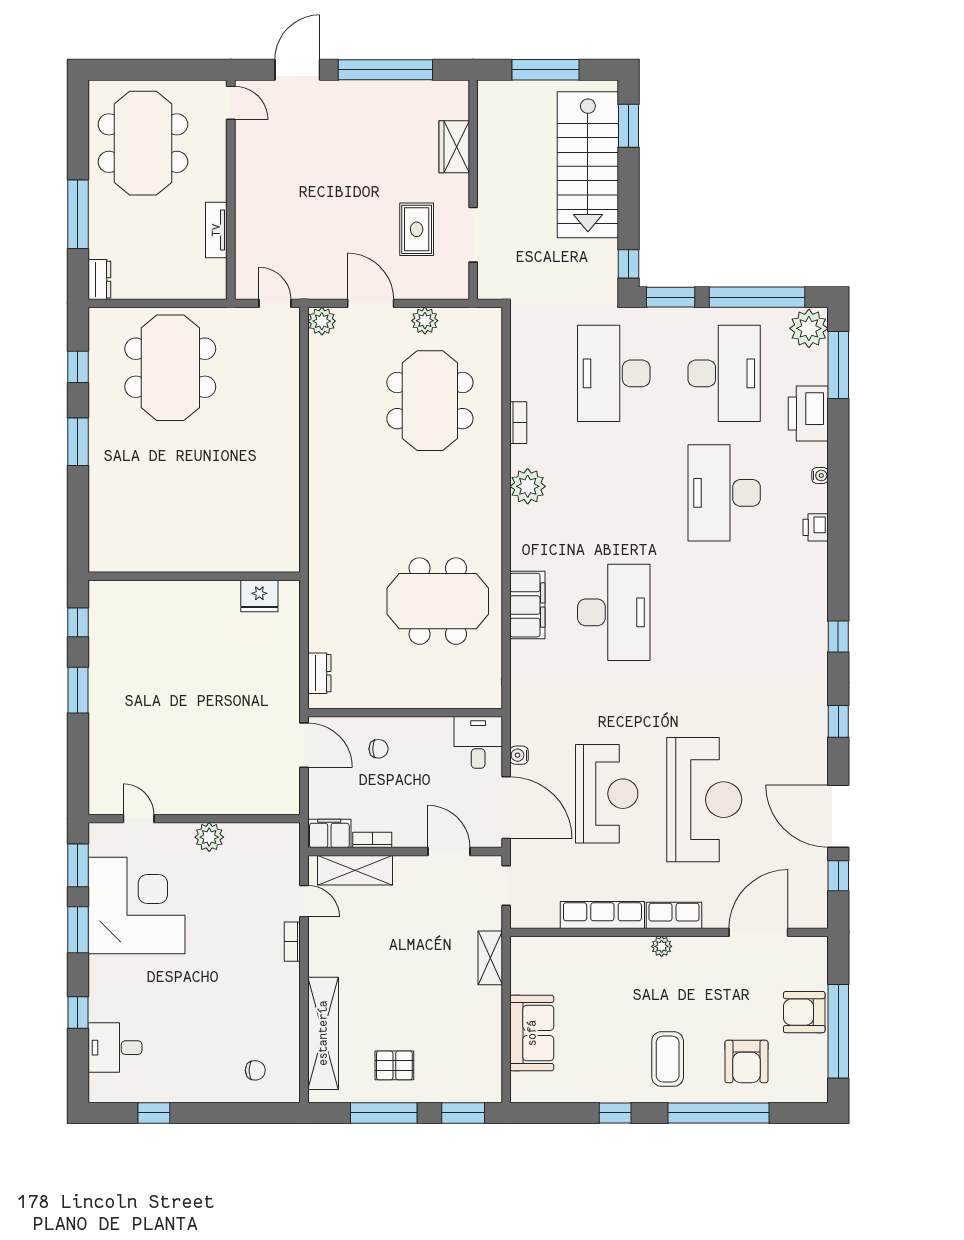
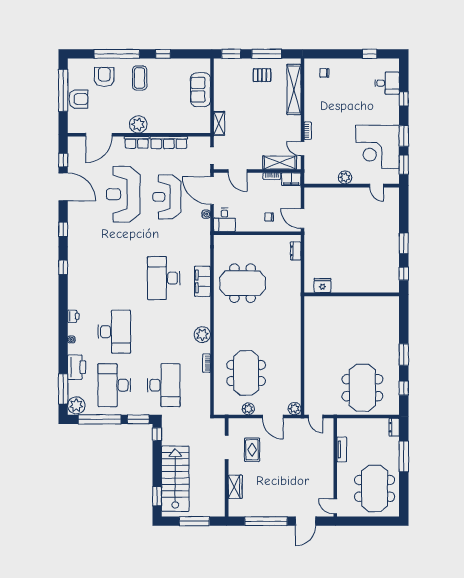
plant: (662, 946) -> (138, 124), width x1.88, depth x1.88

